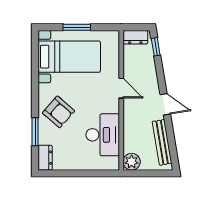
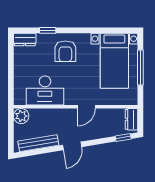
window: (77, 27) -> (140, 67), width x1.44
armchair: (59, 112) -> (65, 51), turned -41
window: (35, 132) -> (48, 30), width x0.67

